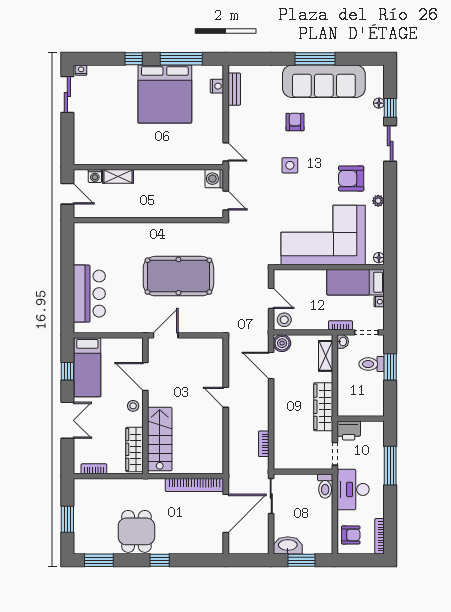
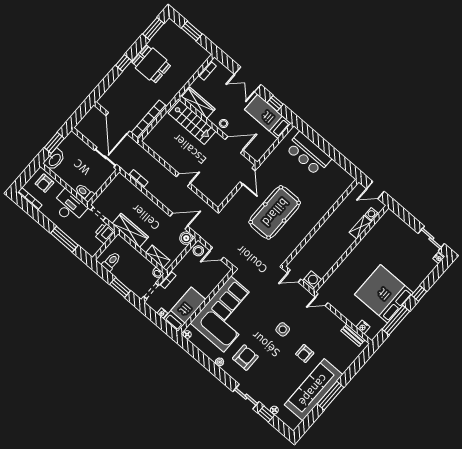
armchair: (295, 122) -> (305, 353), turned 90
toilet: (372, 364) -> (111, 262), moved
washbasin: (288, 545) -> (54, 160), moved

